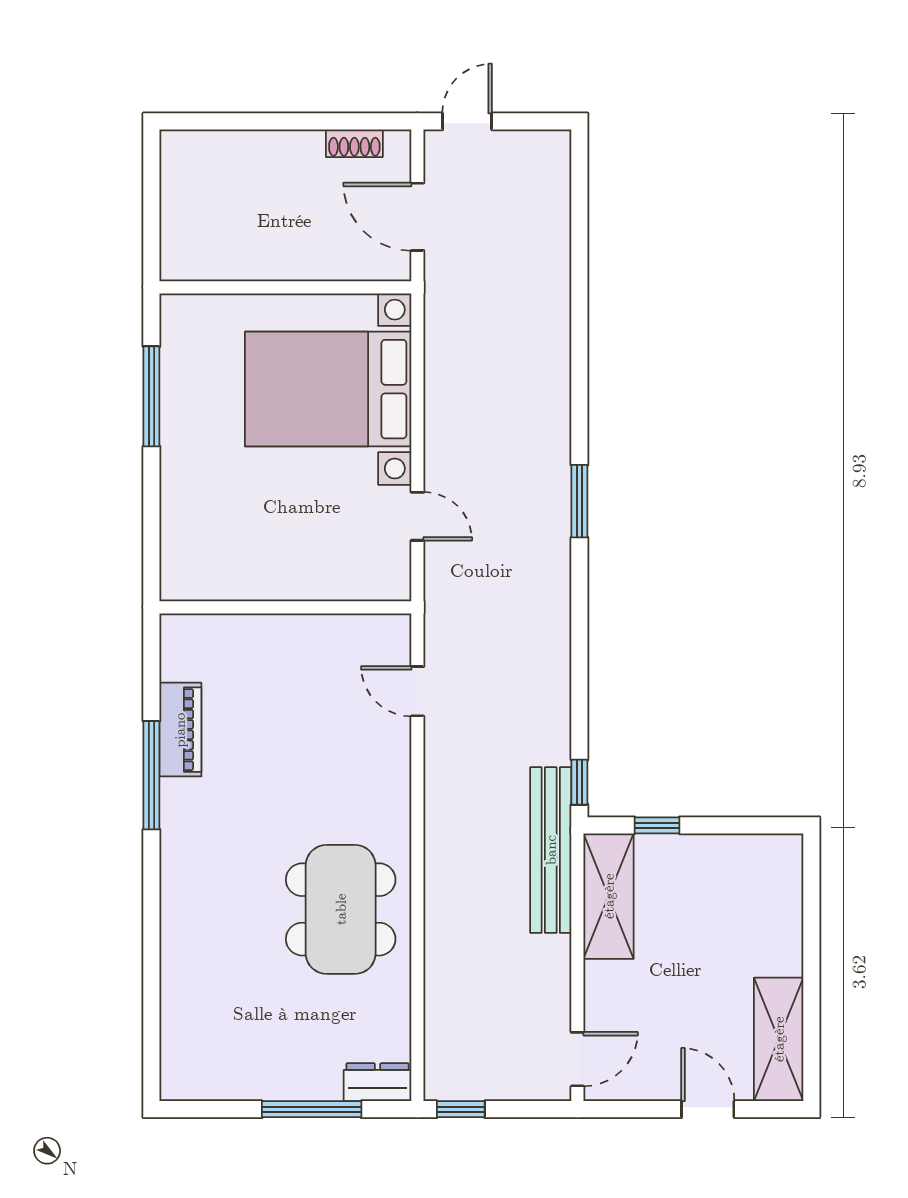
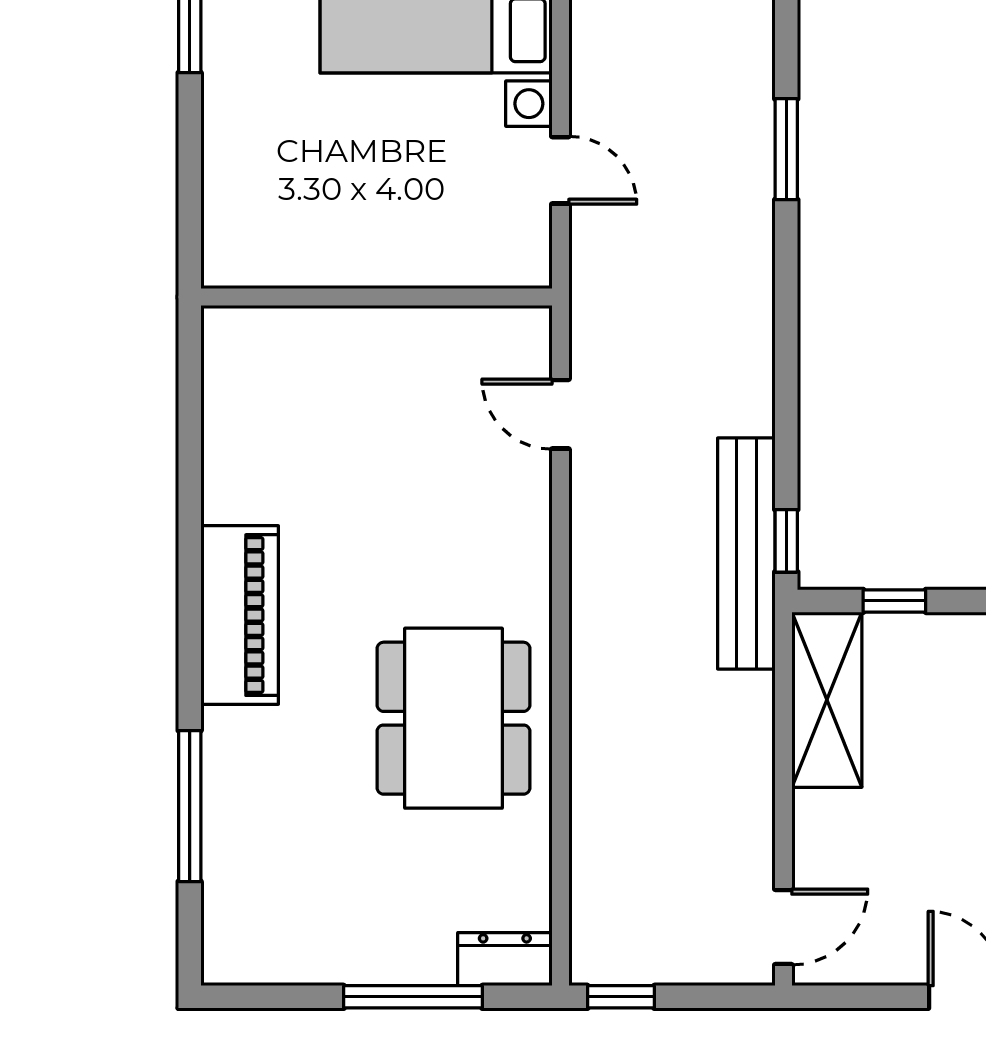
piano: (180, 730) -> (240, 615), moved, width x1.37, depth x1.33
window: (151, 775) -> (190, 806), moved
bench: (551, 850) -> (746, 554), moved

